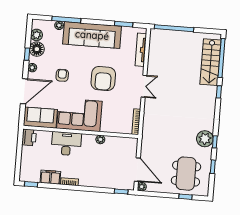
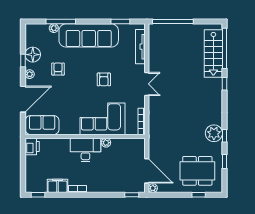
plant: (37, 35) -> (31, 40), removed
armchair: (62, 75) -> (58, 69), moved
armchair: (103, 79) -> (104, 79), width x0.53, depth x0.53
corner sofa: (79, 115) -> (102, 119), moved
desk: (66, 144) -> (85, 150), moved
dining table: (186, 174) -> (197, 171), turned 90

